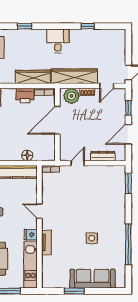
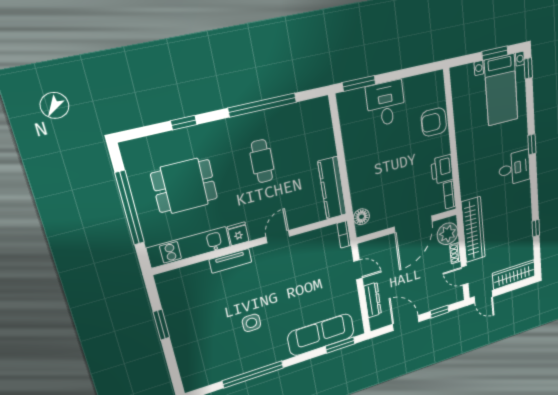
desk: (58, 41) -> (514, 168), moved
wardrobe: (33, 77) -> (514, 275), moved, turned -90
door: (57, 120) -> (413, 224), swing flipped
floor lamp: (27, 155) -> (361, 217), moved
sofa: (93, 279) -> (321, 335), moved, turned -90

